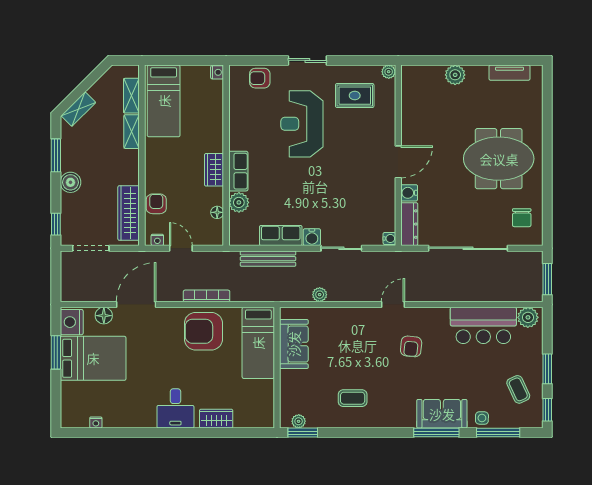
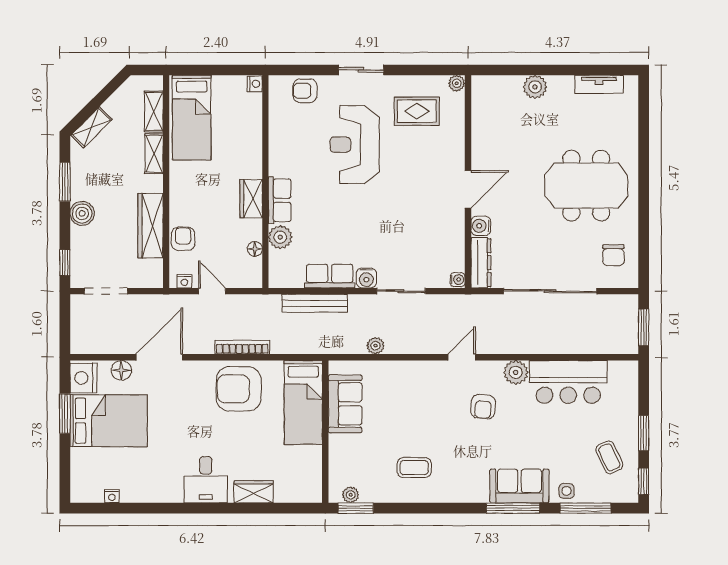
wardrobe: (129, 213) -> (151, 226), moved
plant: (528, 317) -> (516, 372), moved

